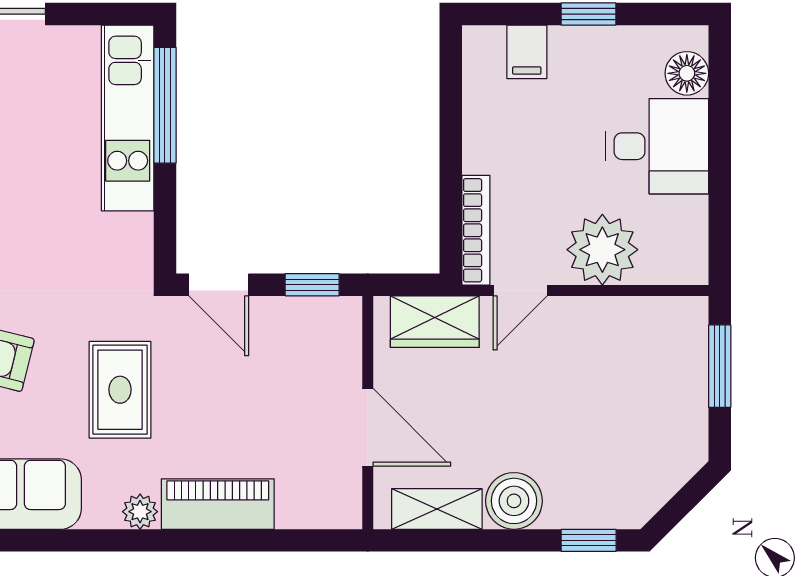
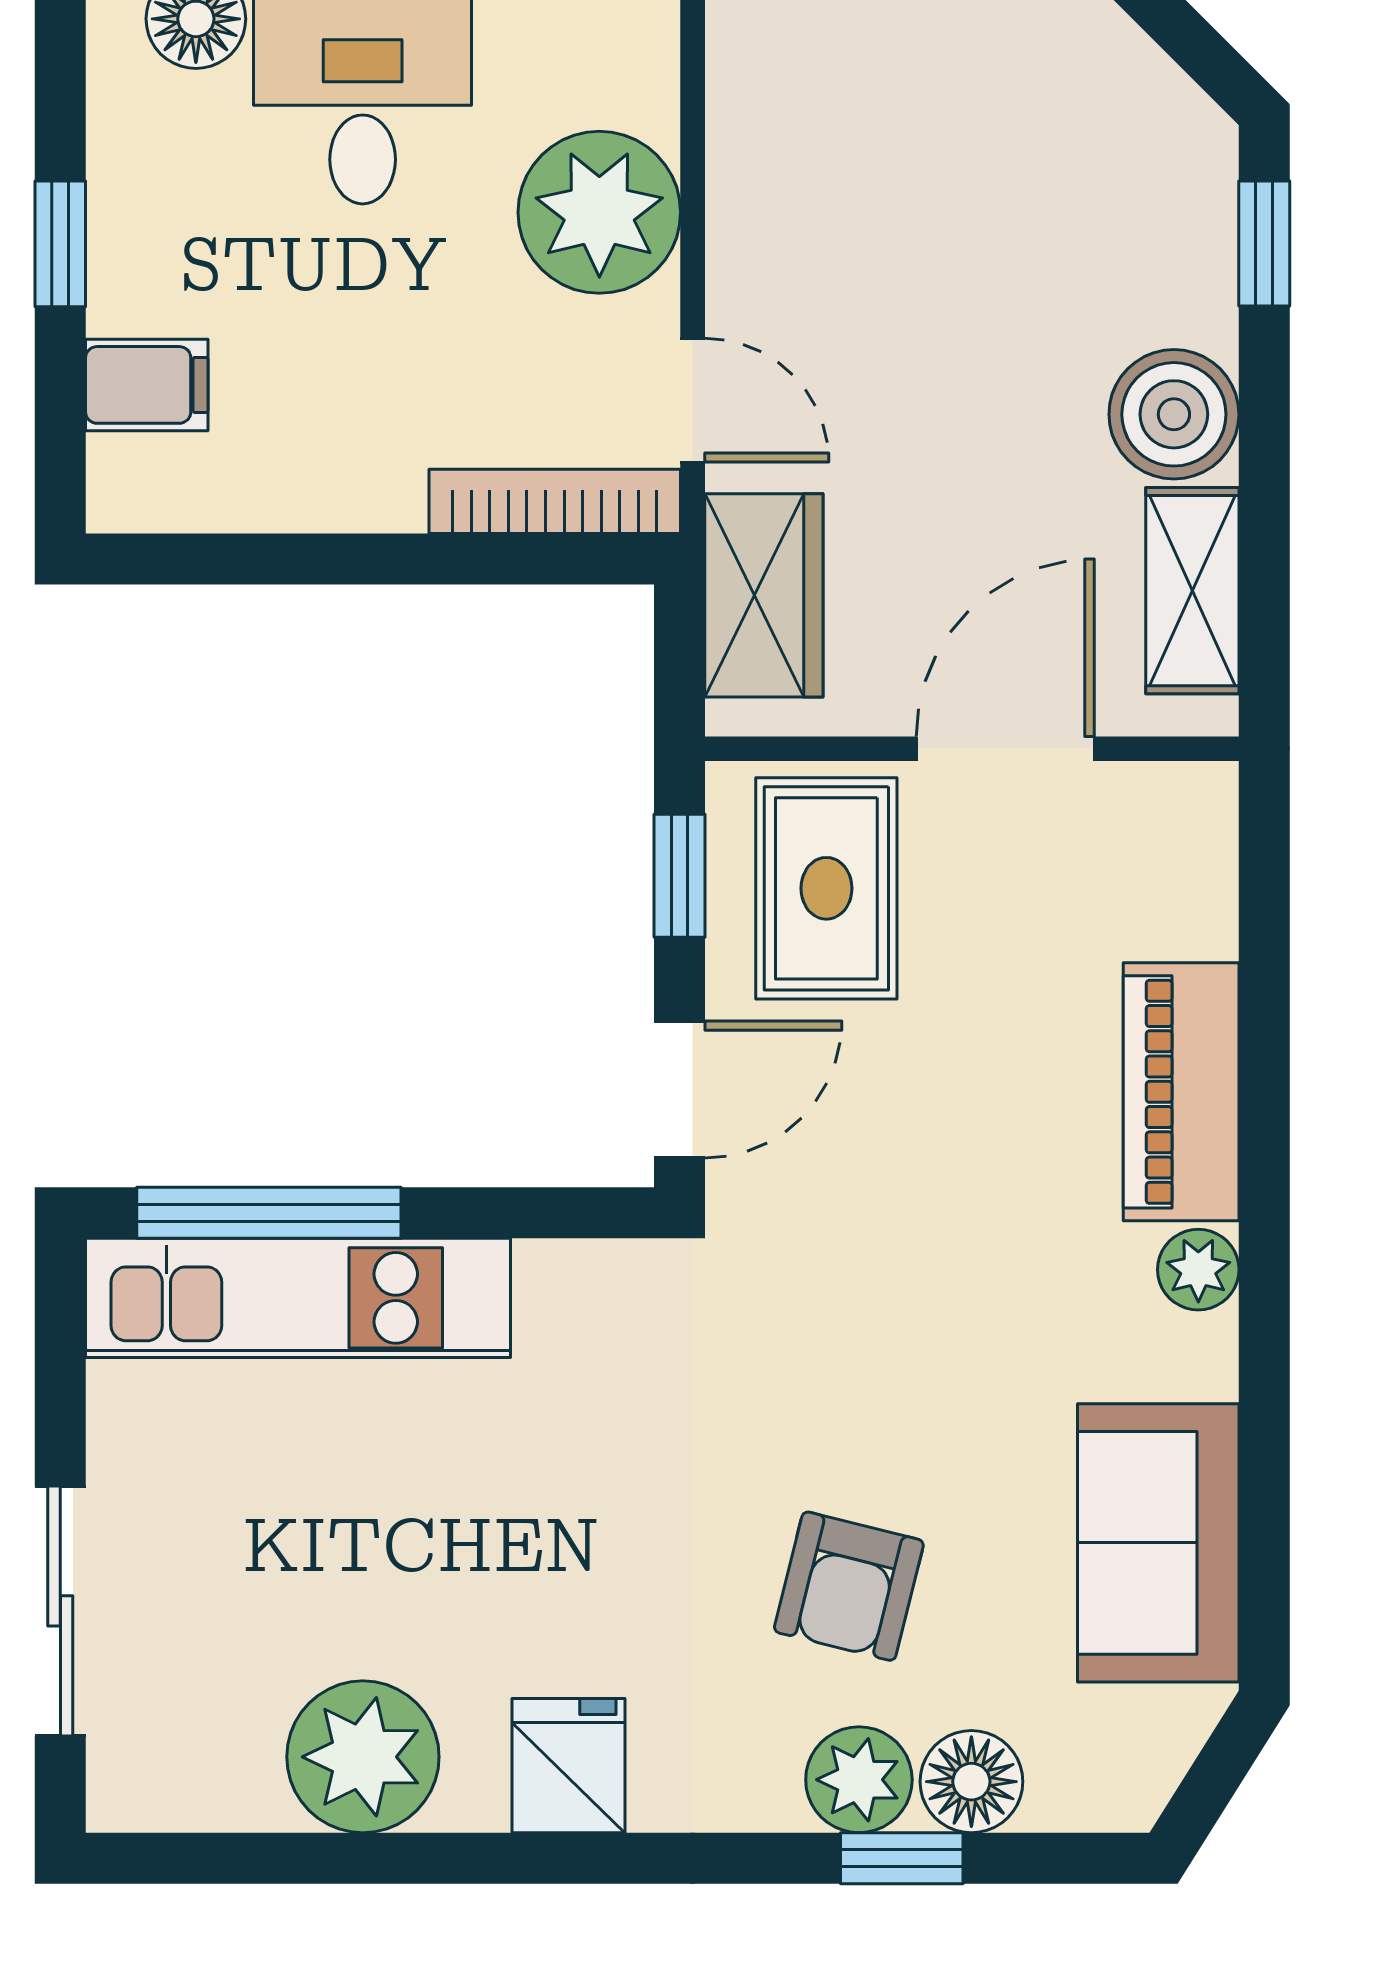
rug: (120, 390) -> (826, 888), moved, turned 90

